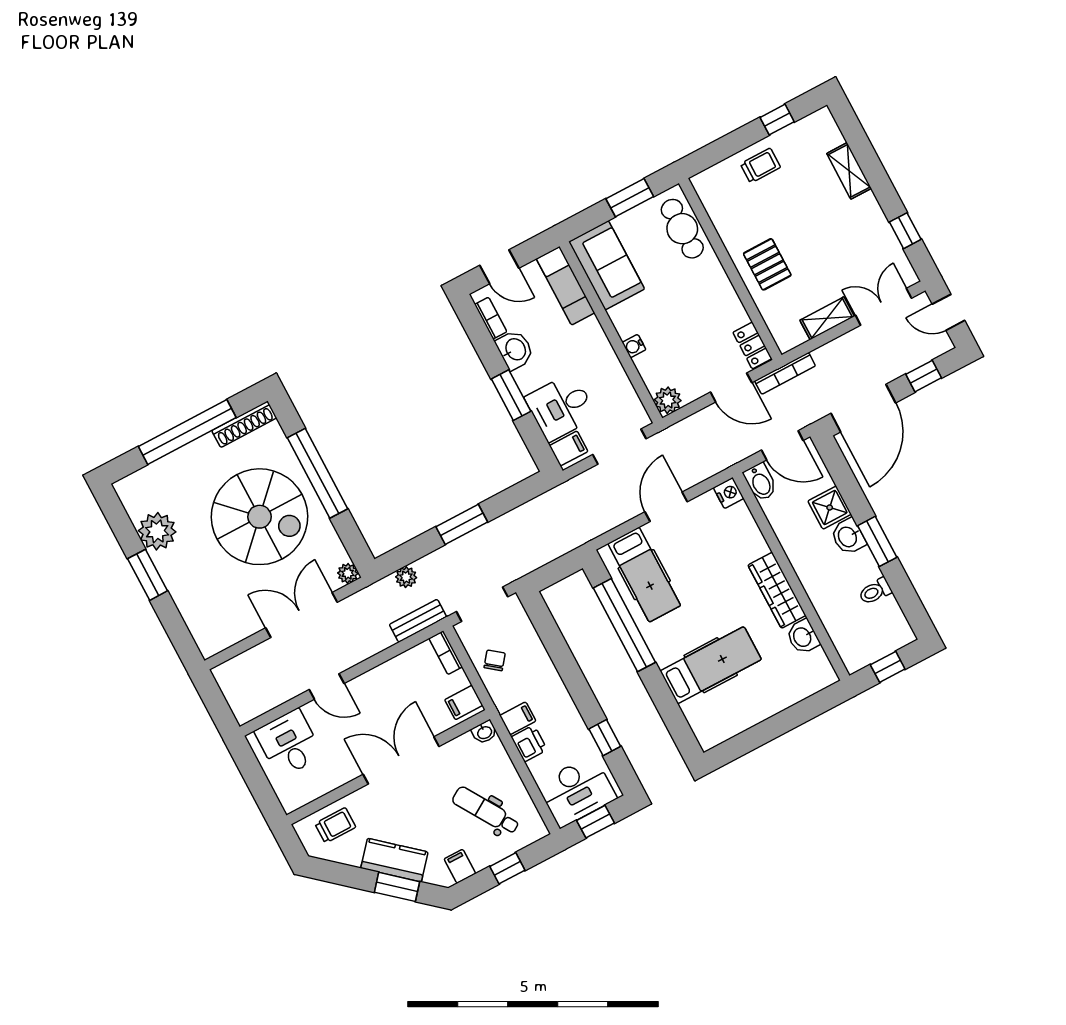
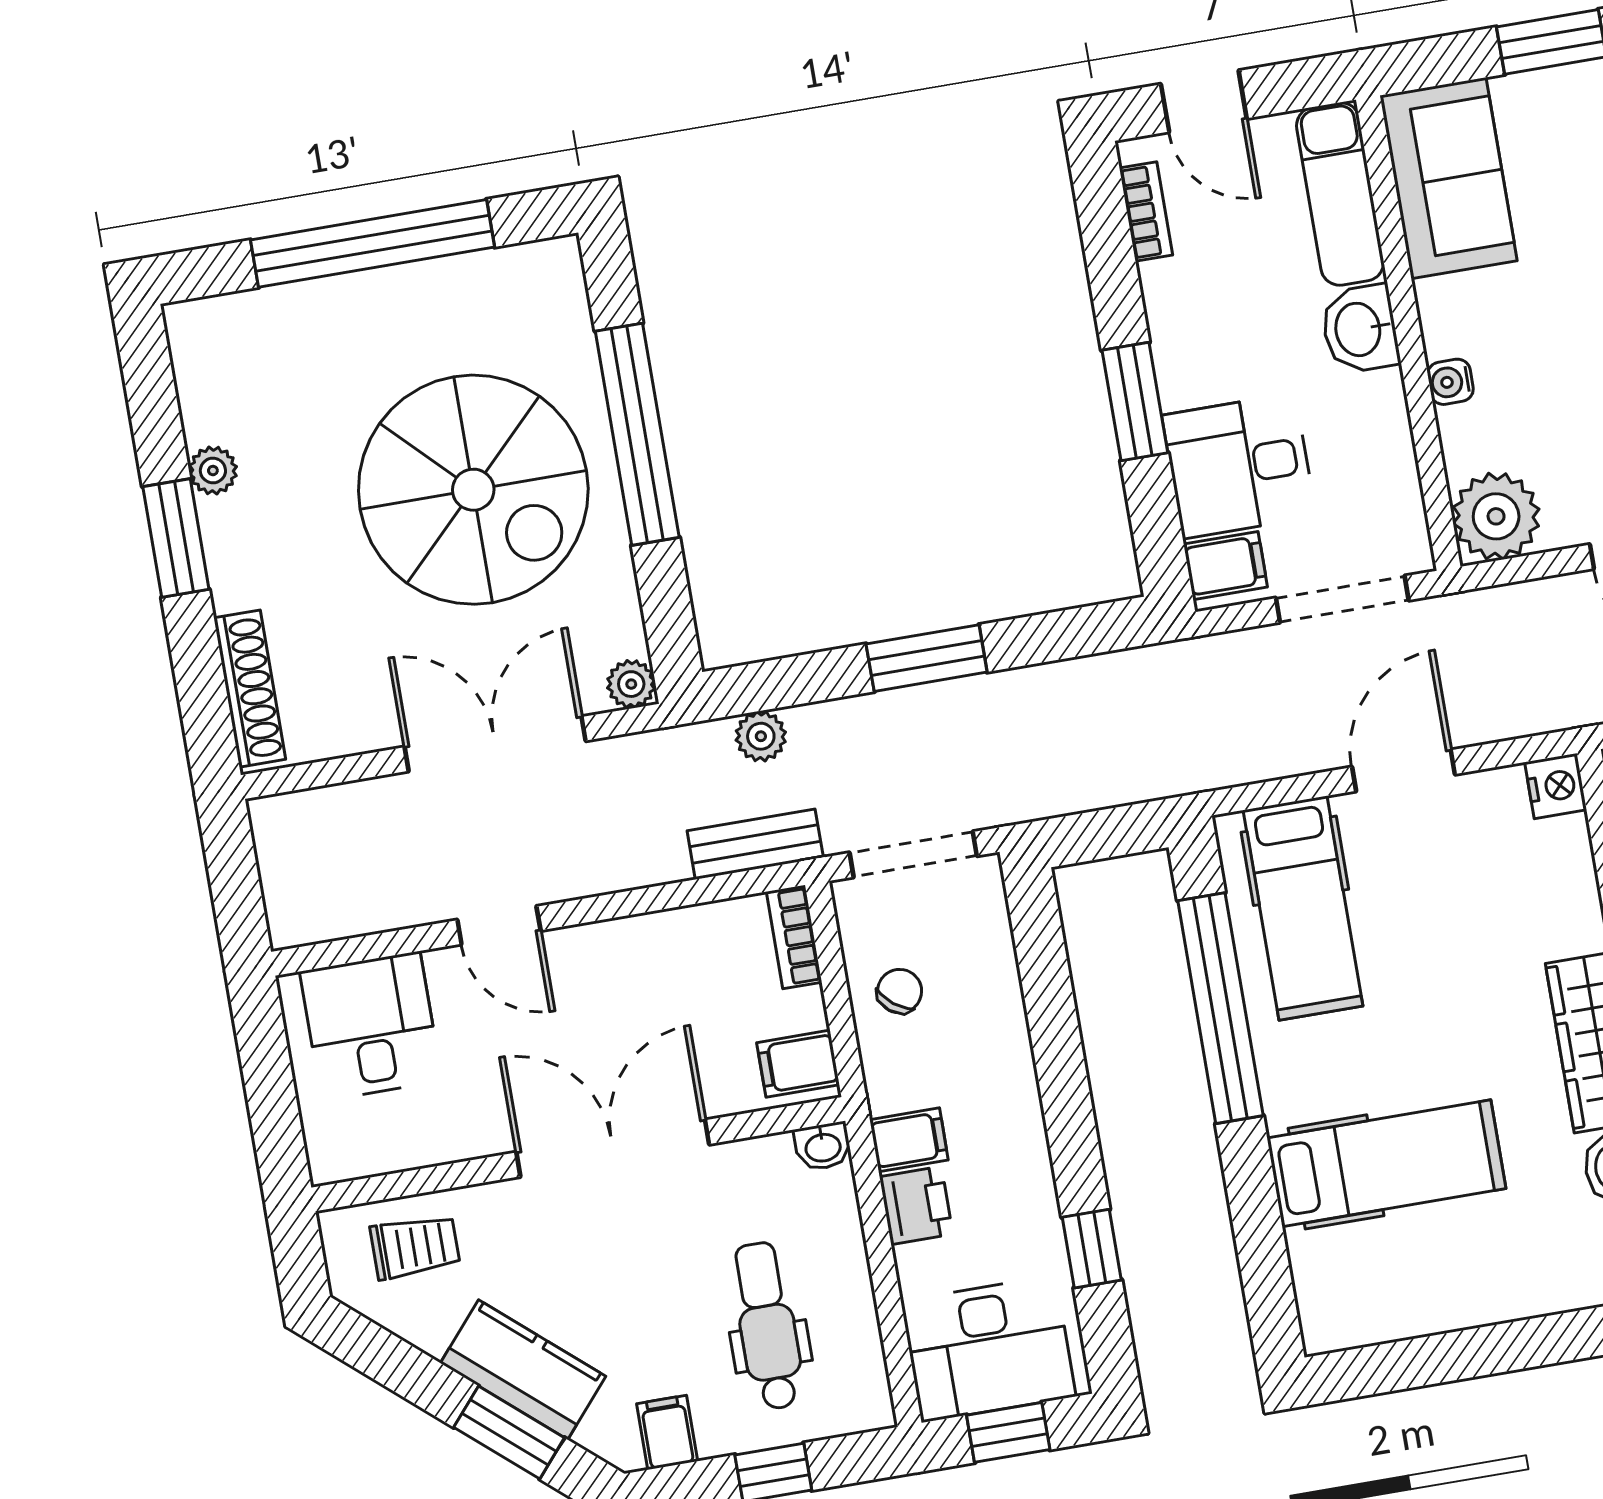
washbasin: (515, 350) -> (1360, 329), moved, turned 180
plant: (668, 400) -> (1496, 516), width x1.36, depth x1.36
shoe rack: (244, 424) -> (250, 689), moved, turned -90
plant: (157, 531) -> (213, 471), width x0.53, depth x0.53
dental chair: (486, 811) -> (767, 1326), turned 32

